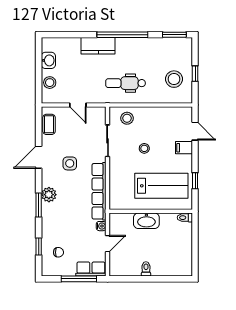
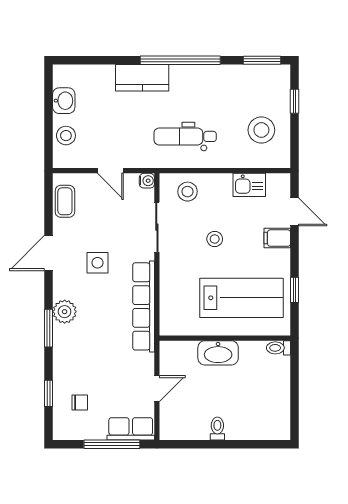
window: (195, 74) -> (295, 101), moved
kitchen sink: (166, 114) -> (249, 185), added
water cooler: (101, 226) -> (147, 181), moved

